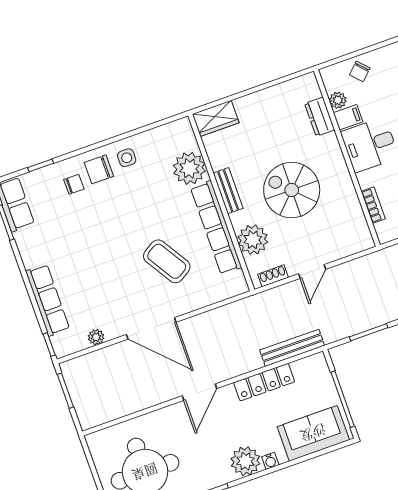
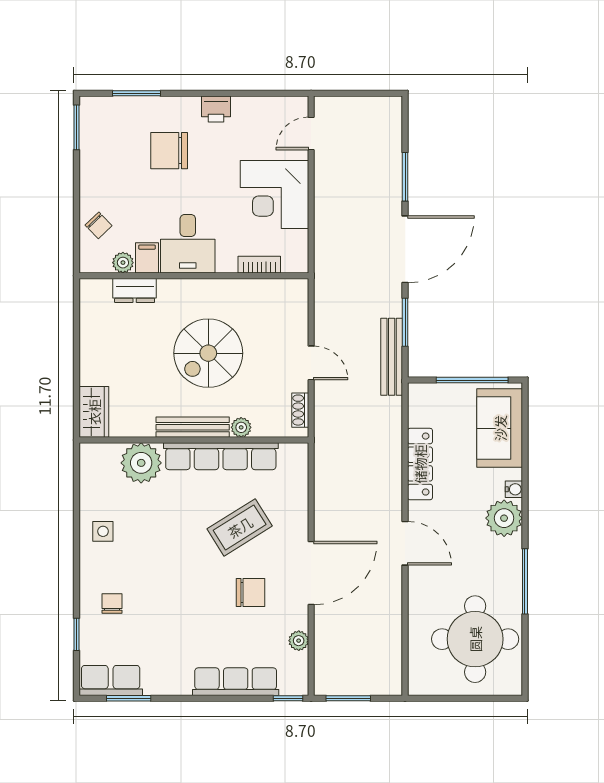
chair: (99, 169) -> (250, 592), moved, turned -90
bench: (228, 191) -> (193, 427), width x1.36
plant: (253, 240) -> (241, 427), width x0.53, depth x0.53
bench: (292, 348) -> (392, 357), moved

